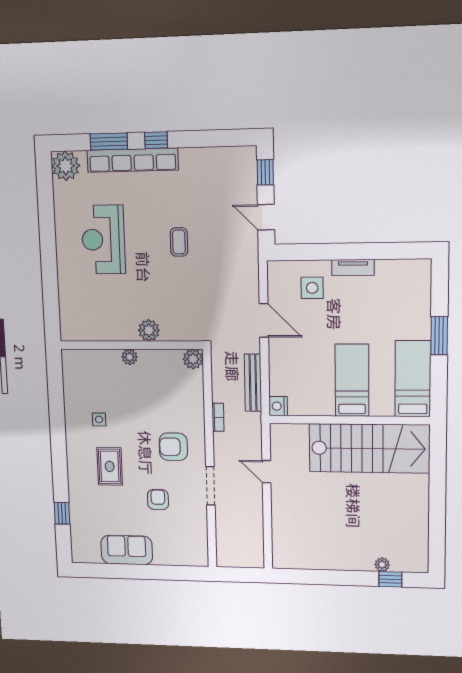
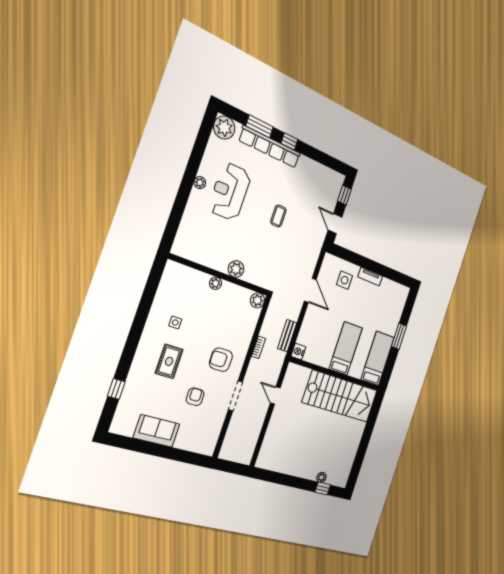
plant: (63, 245) -> (200, 183), added
bench: (253, 383) -> (287, 336), width x0.73

